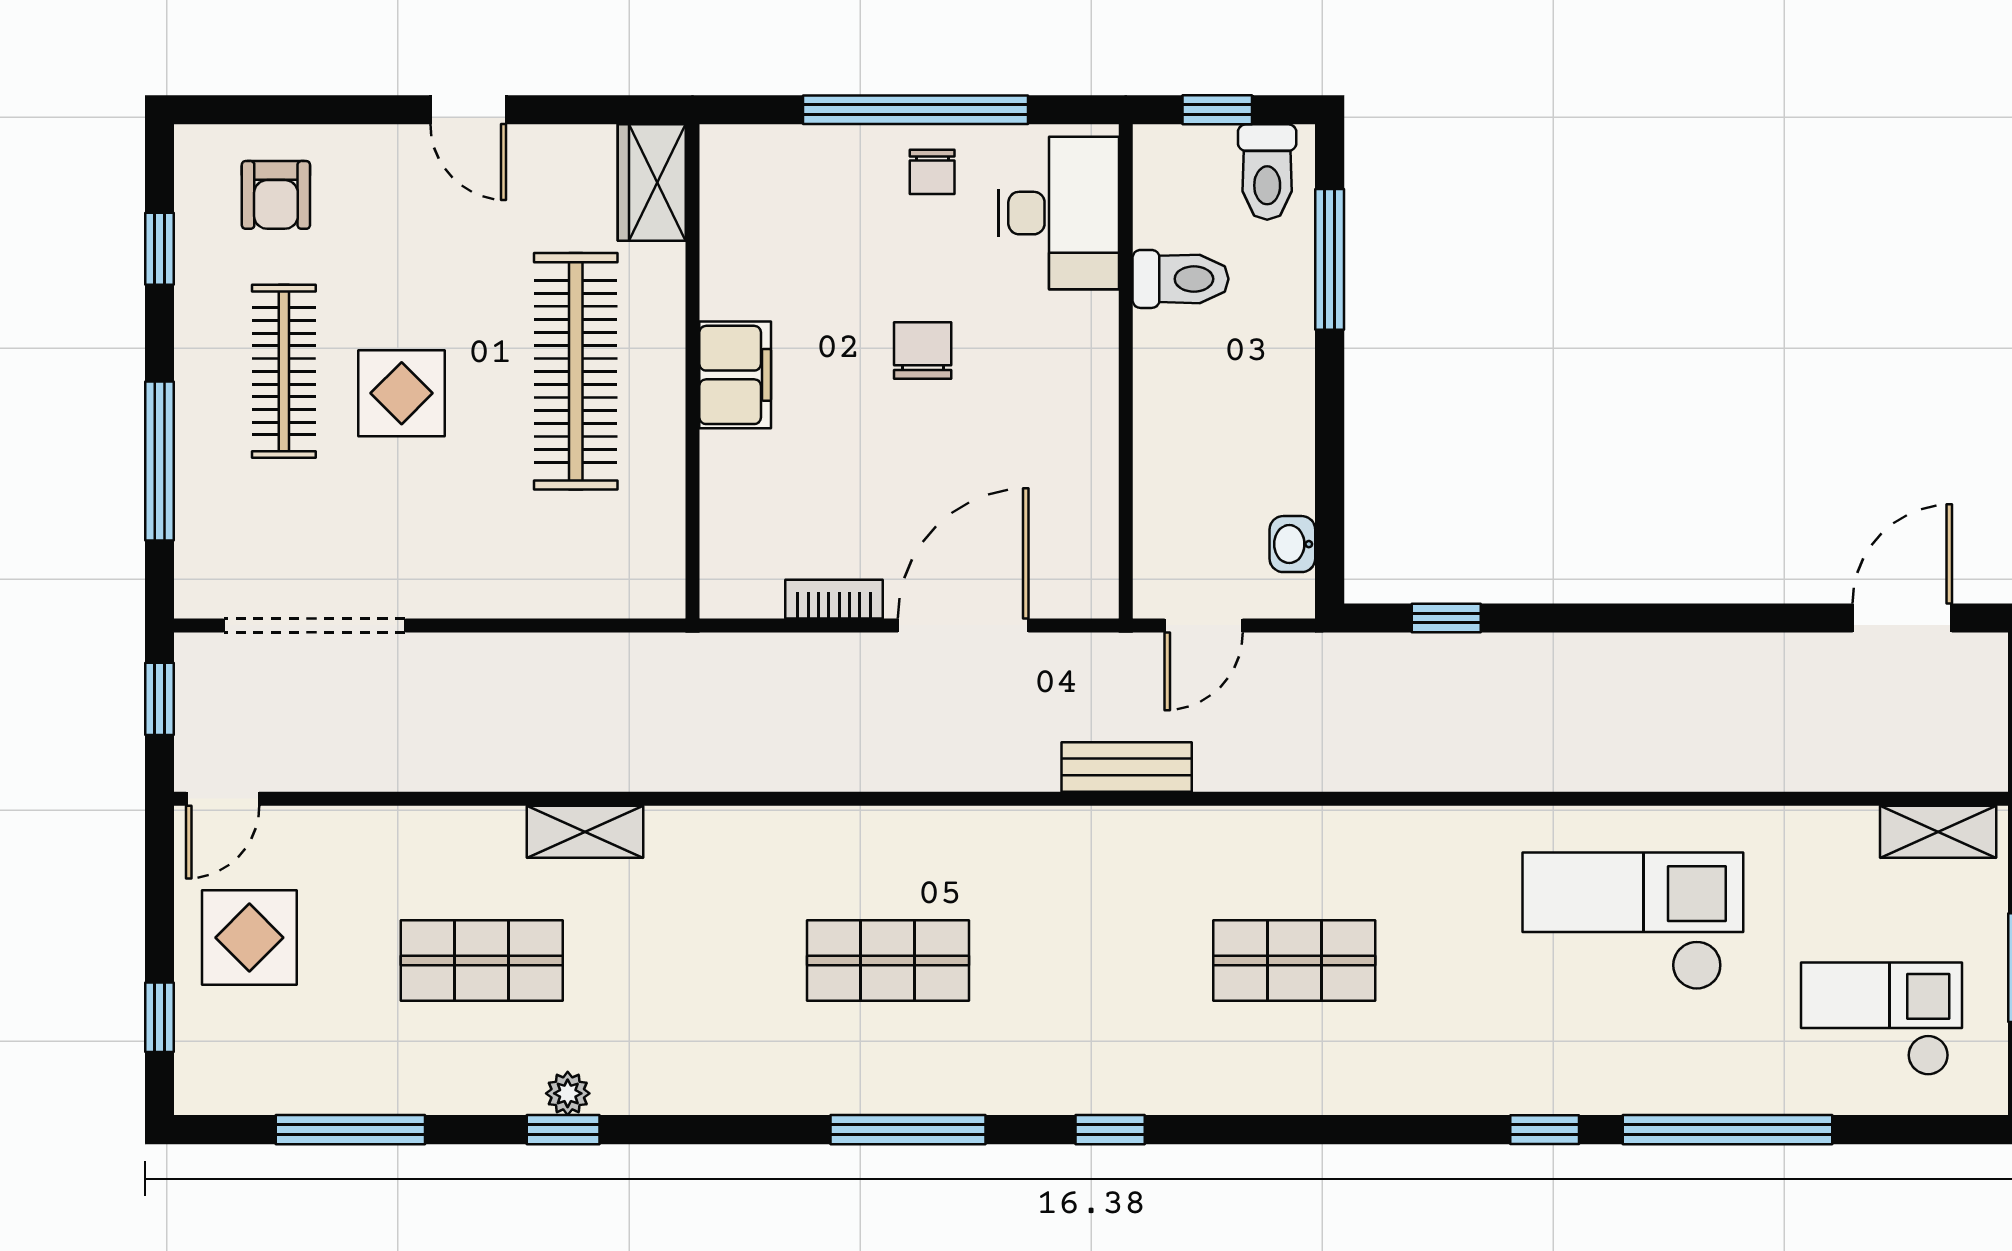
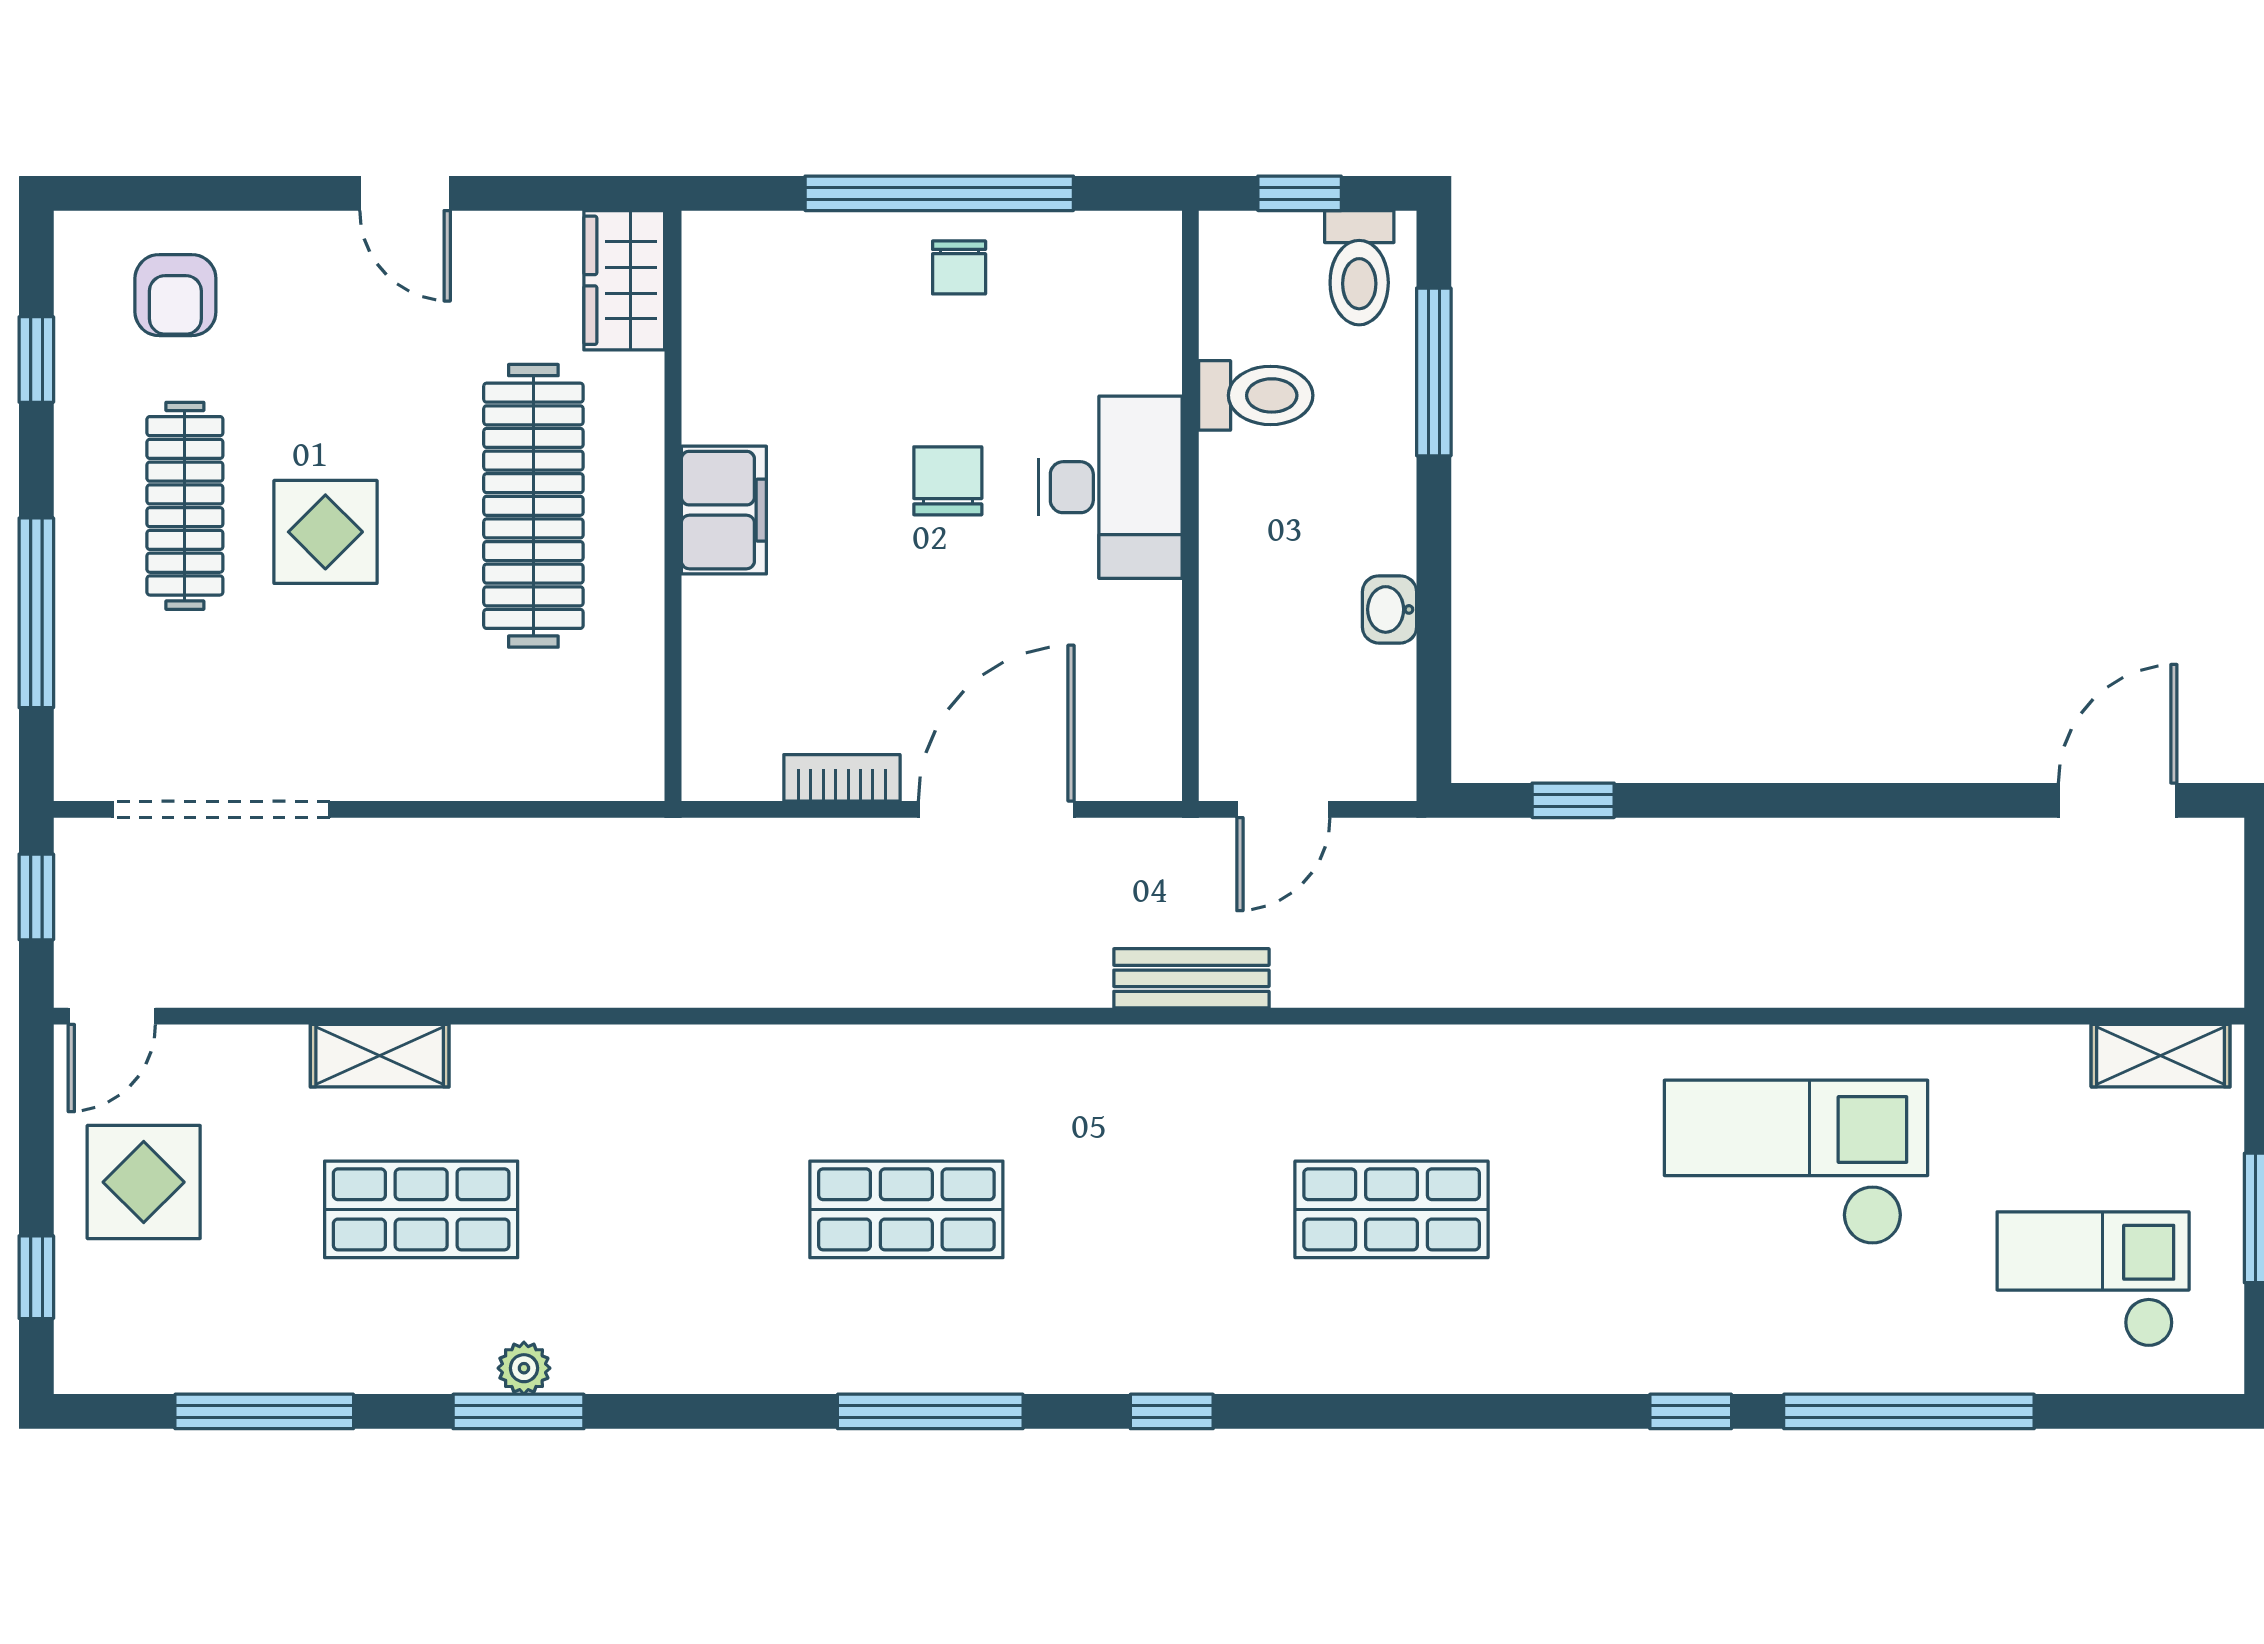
desk: (1059, 213) -> (1110, 487), moved
washbasin: (1292, 544) -> (1389, 609), moved
shelving: (585, 832) -> (380, 1056), moved
window: (563, 1130) -> (518, 1411), width x1.50

